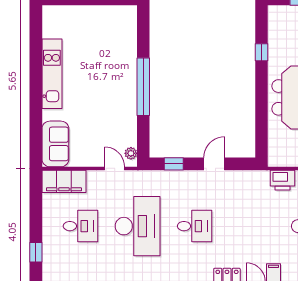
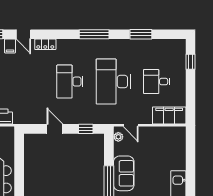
sofa: (55, 144) -> (124, 173), moved, turned 180
door: (214, 164) -> (55, 129), swing flipped
desk: (195, 226) -> (70, 82), width x1.37

